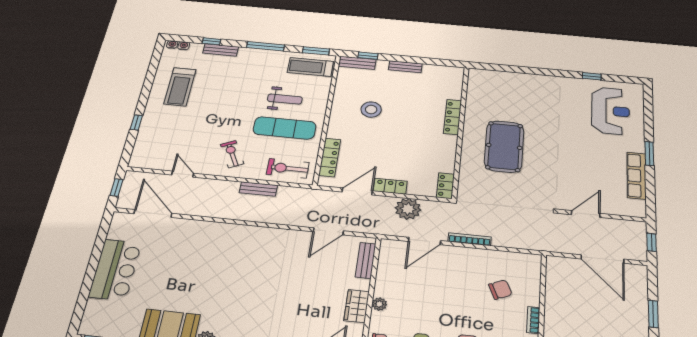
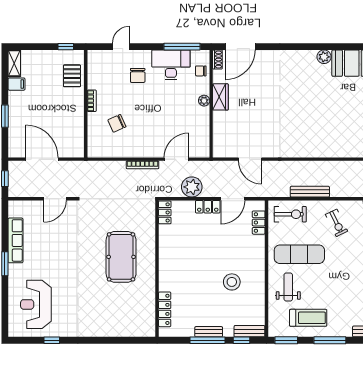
window: (408, 59) -> (208, 340), added
treadmill: (310, 67) -> (308, 318), moved
weight bench: (285, 99) -> (288, 287), moved, turned 90
locker: (453, 117) -> (165, 309), moved
locker: (330, 157) -> (259, 223), width x0.66
bench: (258, 189) -> (310, 192), width x1.36
door: (328, 231) -> (250, 159), swing flipped
bench: (366, 260) -> (219, 137), removed

